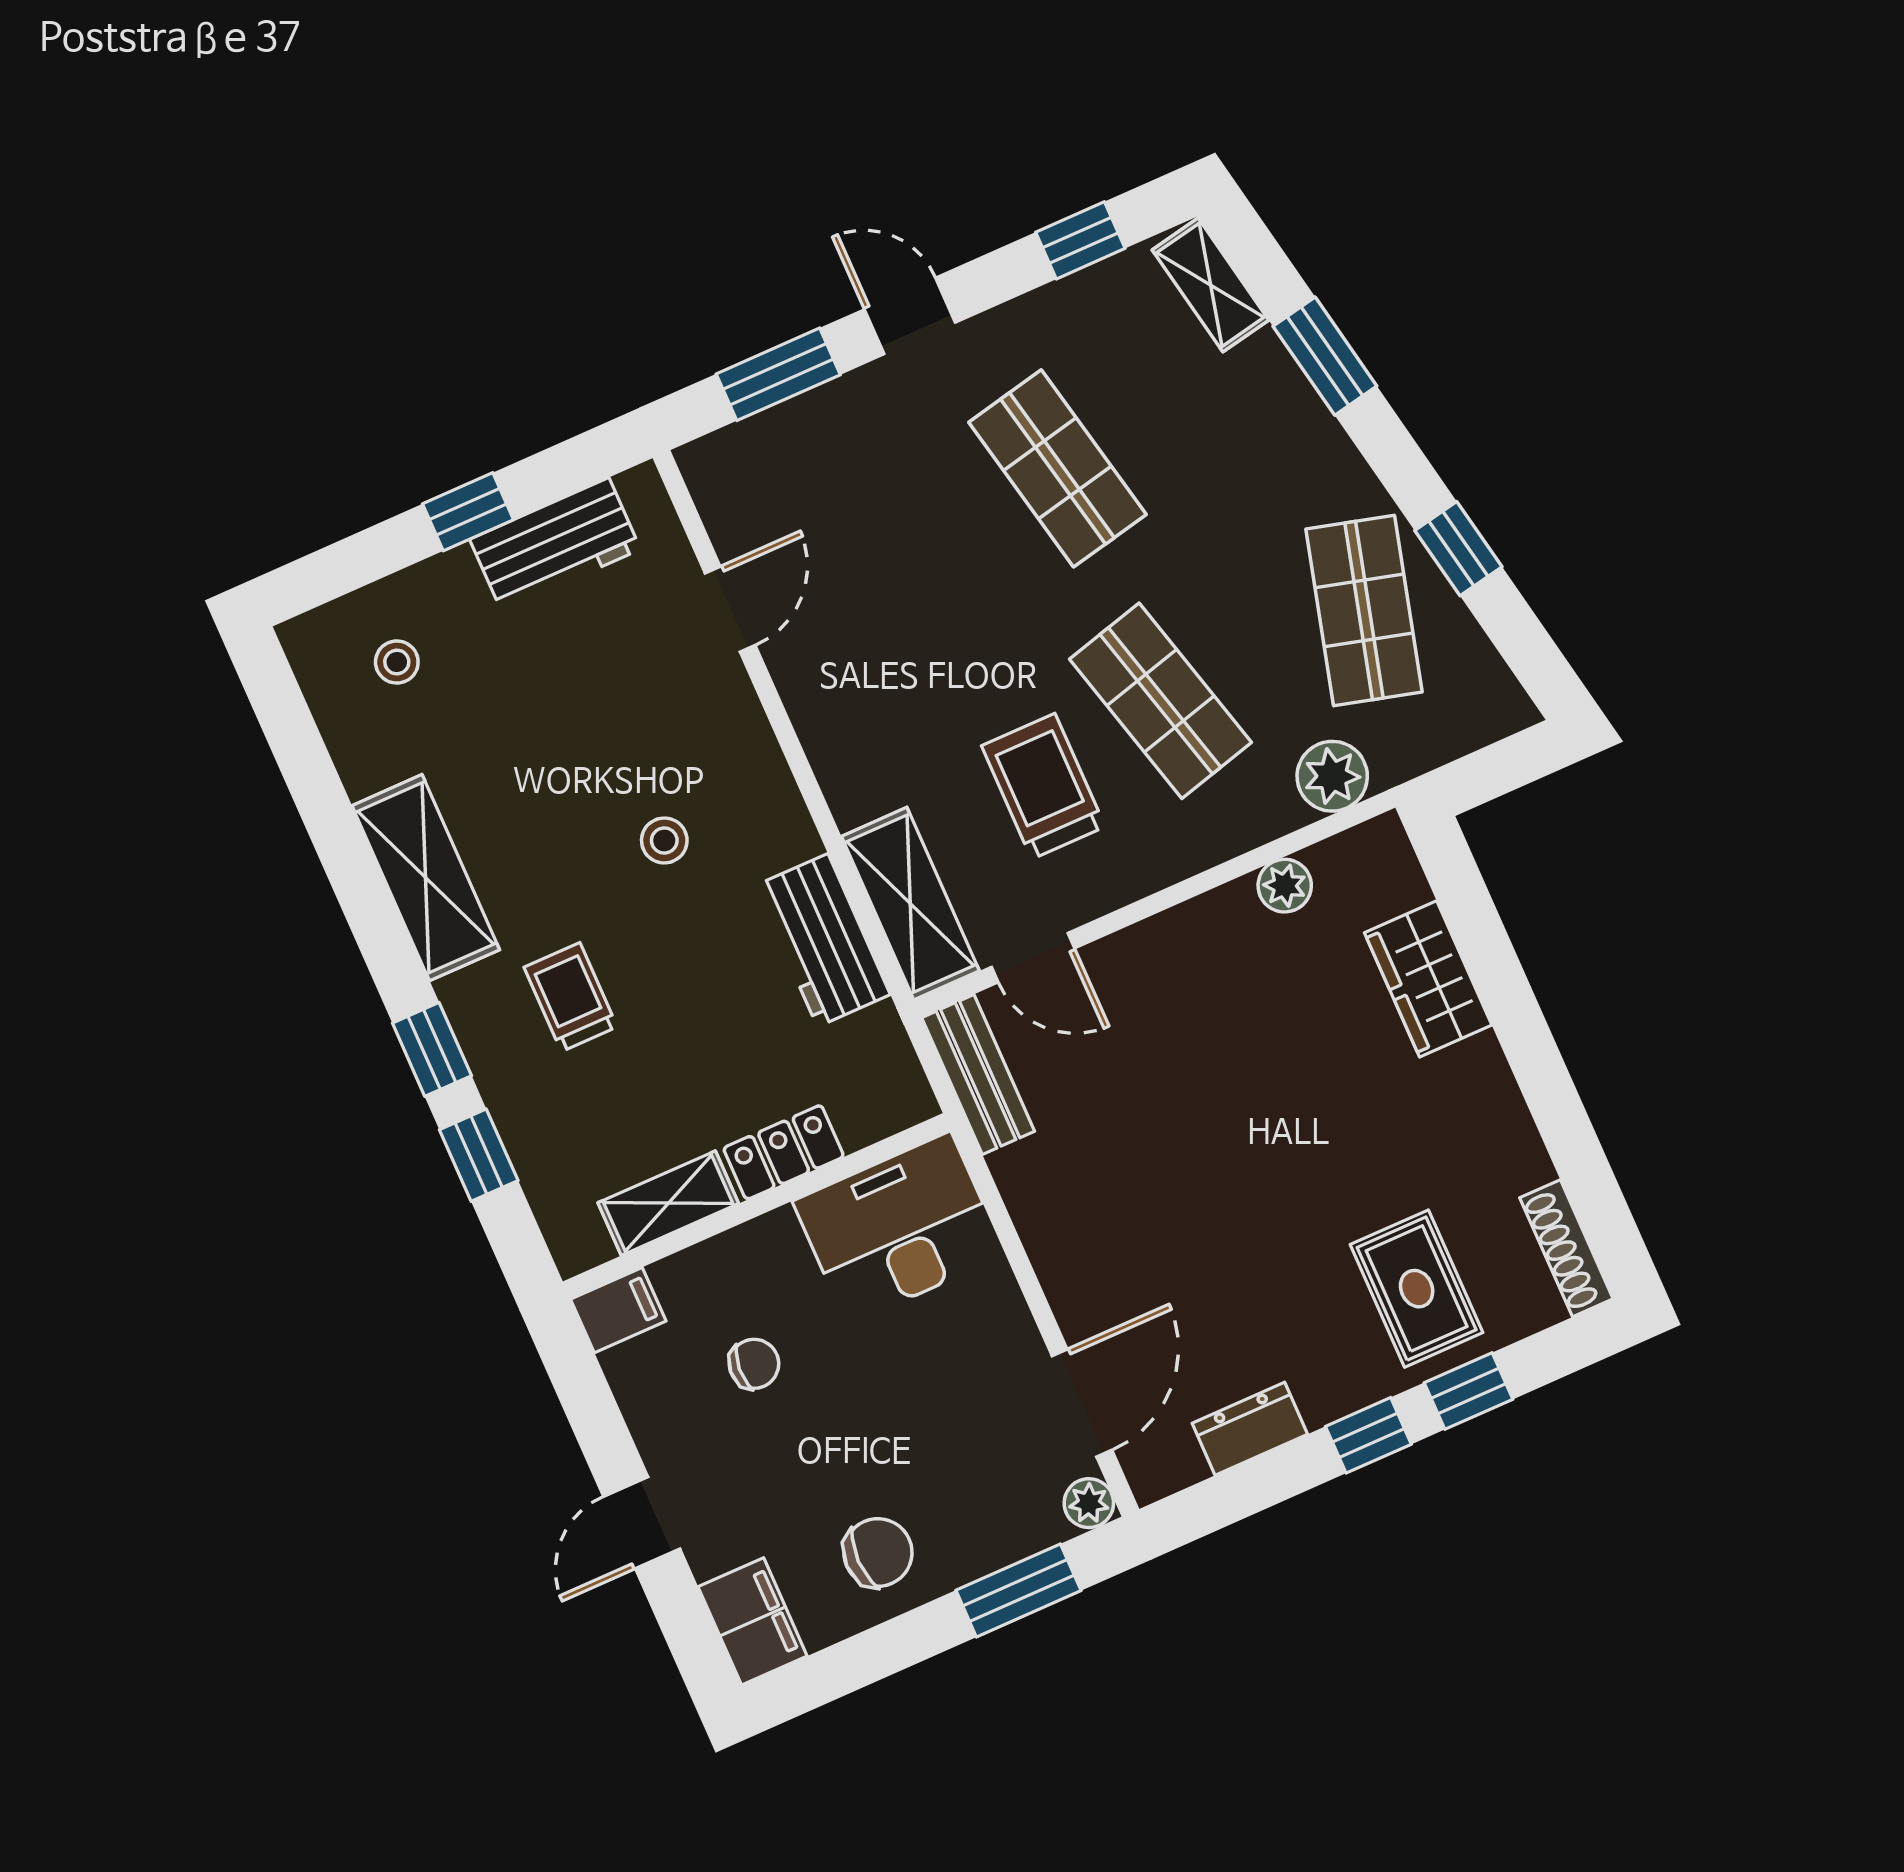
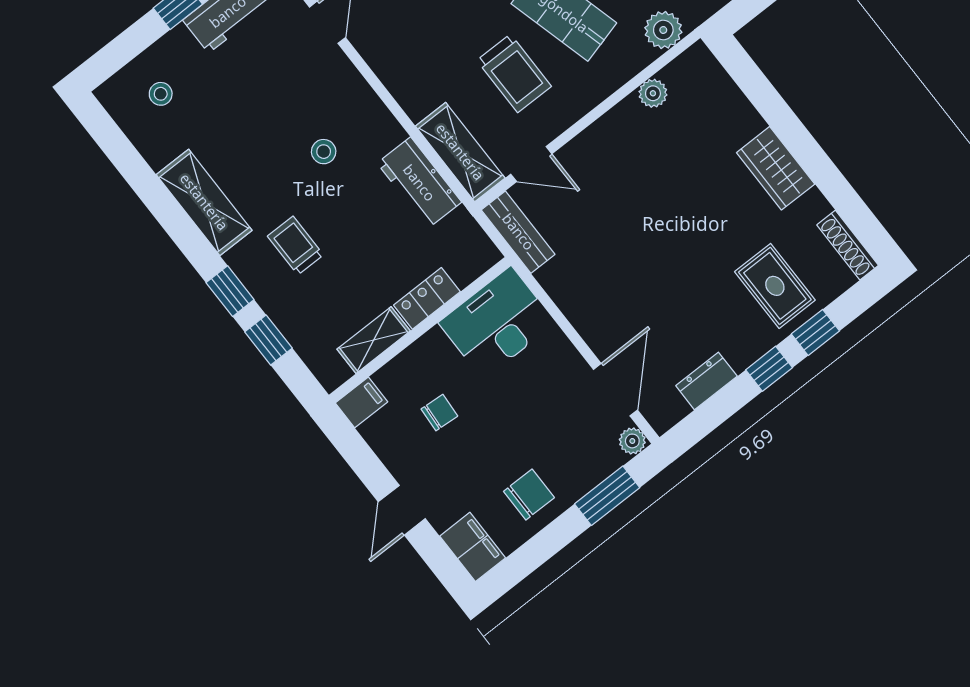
trolley: (1043, 786) -> (514, 73), turned 180
wardrobe: (1428, 979) -> (776, 168), moved

